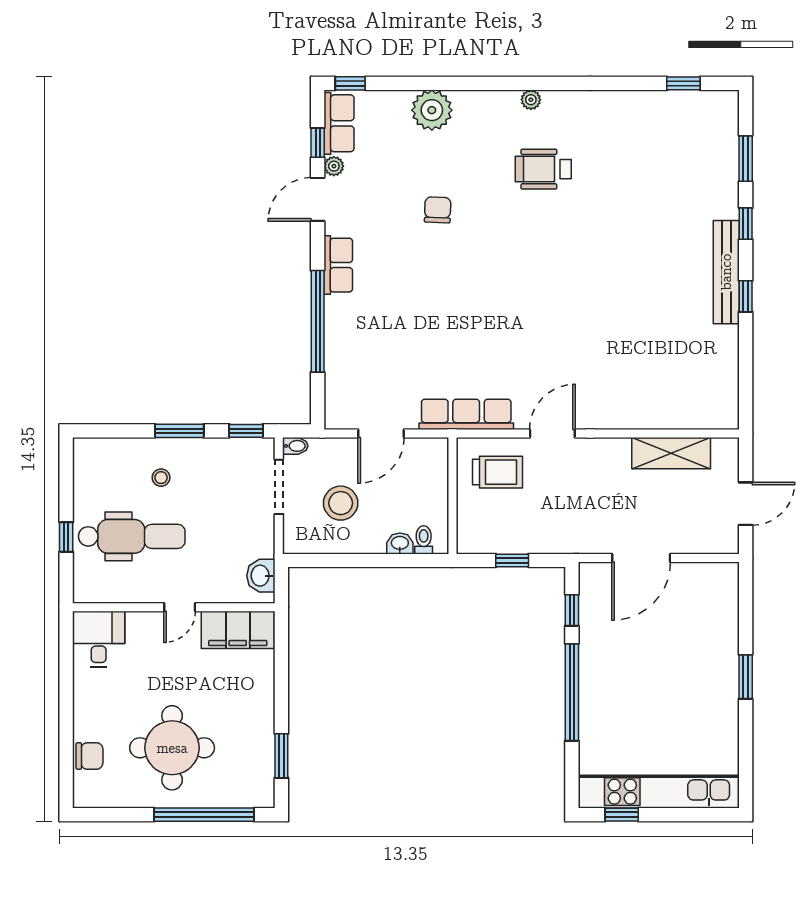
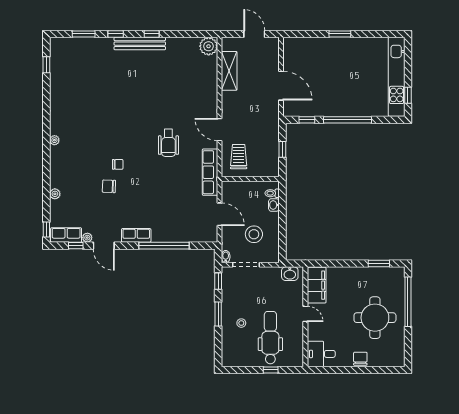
plant: (432, 110) -> (55, 194), width x0.53, depth x0.53
wheelchair: (543, 169) -> (168, 143), moved
chair: (482, 228) -> (118, 164), added
plant: (721, 411) -> (209, 46), added
chair: (89, 756) -> (360, 359), moved

